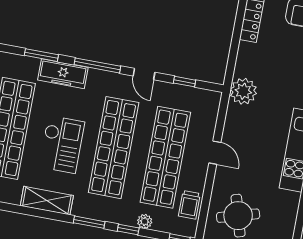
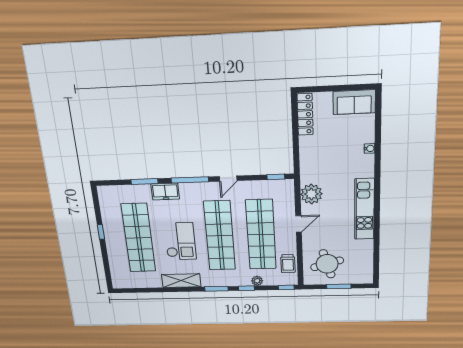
freezer: (63, 74) -> (165, 192), width x0.71
door: (144, 74) -> (228, 179), hinge flipped
window: (184, 82) -> (276, 177), moved
plant: (243, 91) -> (311, 194), moved
door: (215, 153) -> (299, 224), hinge flipped

